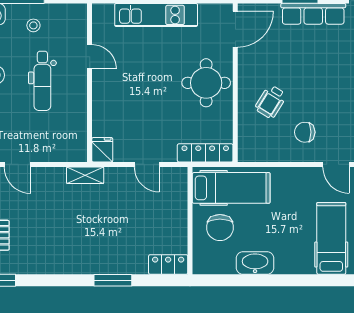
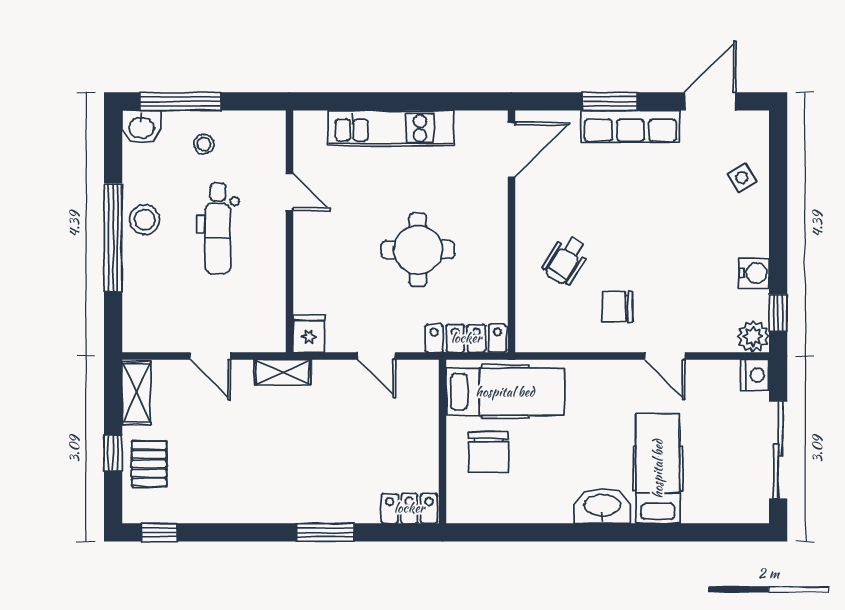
round table: (206, 83) -> (418, 250), moved
door: (17, 164) -> (210, 356), moved
washbasin: (255, 263) -> (602, 506), moved

